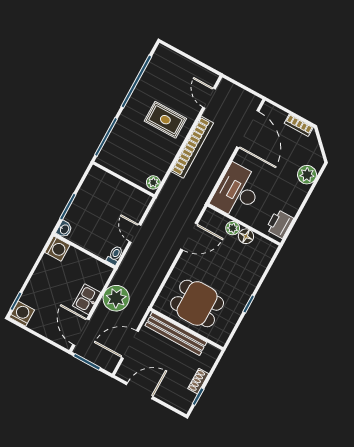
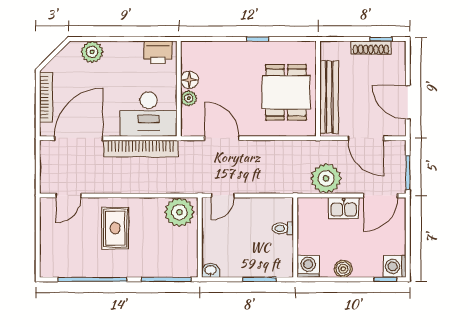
bookcase: (299, 125) -> (46, 97), width x1.56
bookcase: (192, 147) -> (141, 149), moved, turned 180
plant: (153, 182) -> (179, 212), width x1.88, depth x1.88
washbasin: (64, 229) -> (211, 270), moved
door: (135, 233) -> (223, 195), moved
toilet: (115, 255) -> (283, 228), moved
boiler: (41, 274) -> (343, 269), added
shoe rack: (198, 381) -> (371, 48), width x1.43

